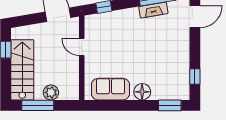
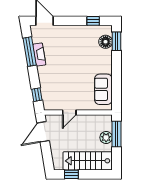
floor lamp: (142, 92) -> (106, 42), moved
window: (38, 105) -> (116, 134), moved

